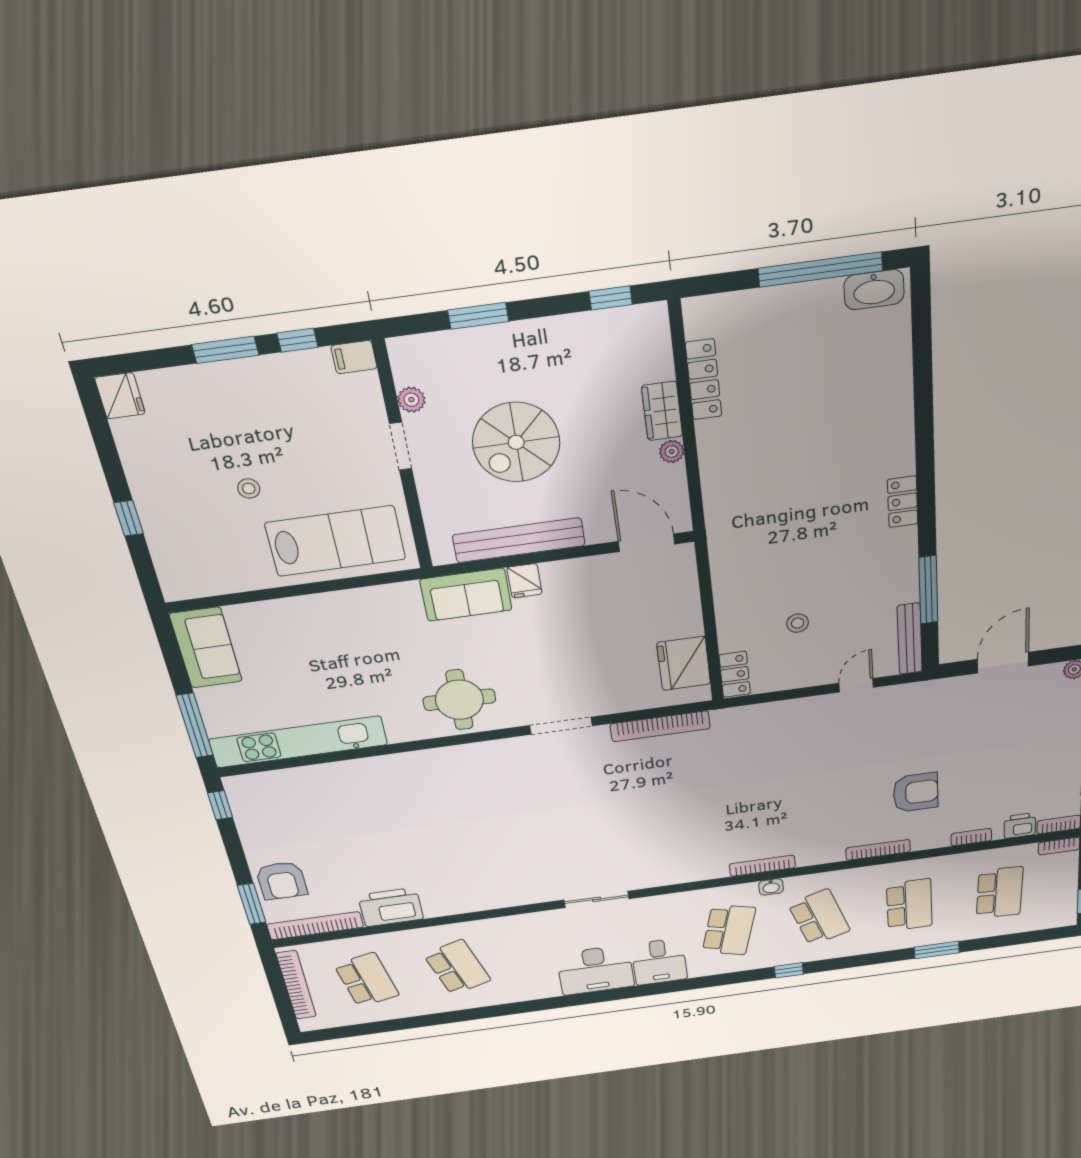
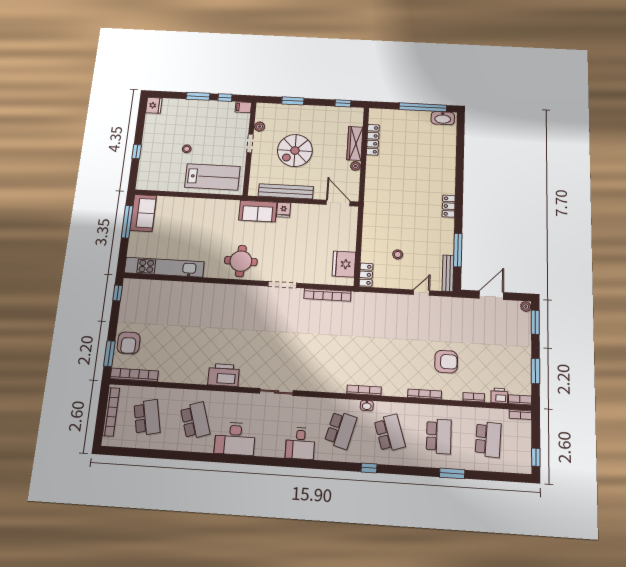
wardrobe: (662, 411) -> (355, 143), width x1.50
window: (195, 725) -> (127, 222), moved
printer: (391, 907) -> (224, 375), moved
desk: (595, 970) -> (235, 439), moved

